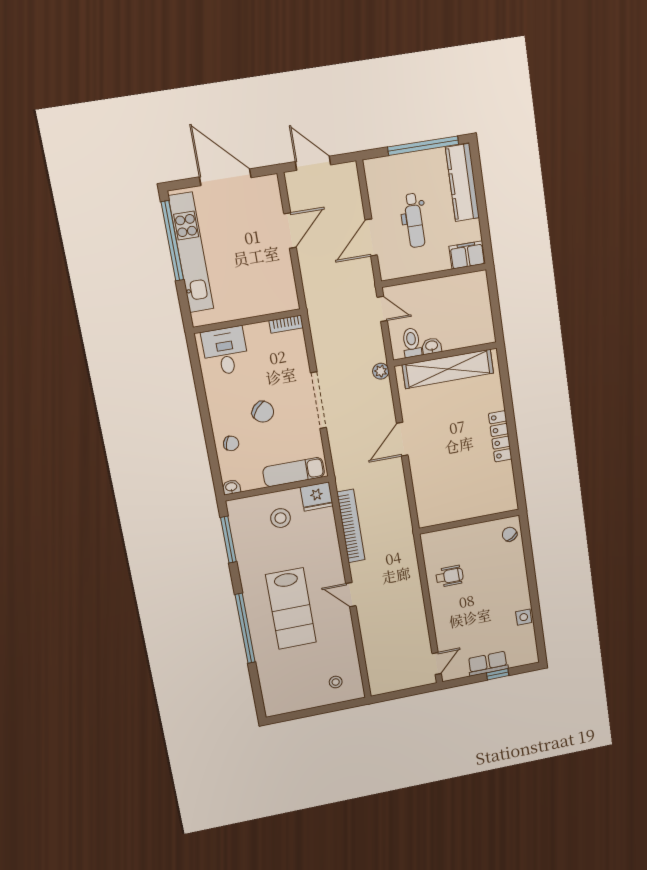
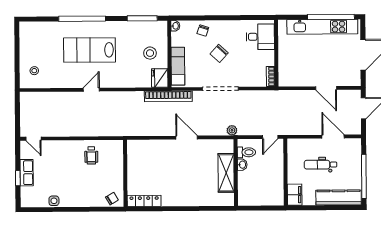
door: (371, 238) -> (333, 137), moved
shelving: (448, 369) -> (226, 173), width x0.68
locker: (500, 436) -> (144, 201), moved
bookcase: (351, 526) -> (168, 96), moved

